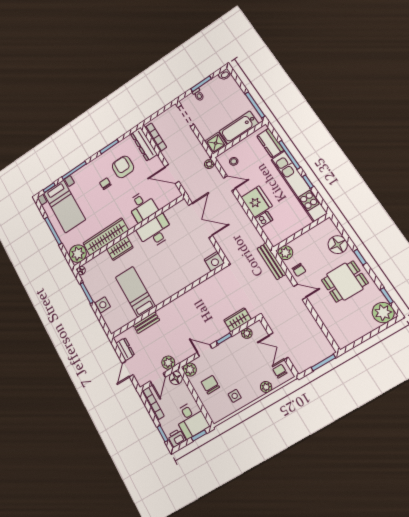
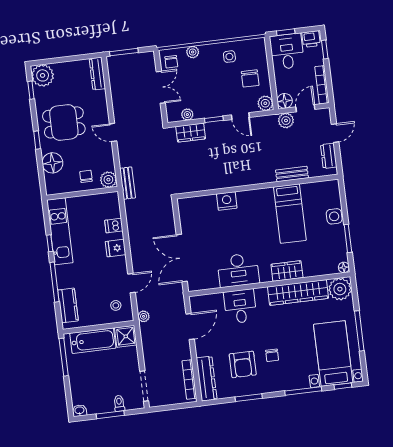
door: (172, 174) -> (190, 327), hinge flipped
door: (230, 183) -> (132, 283), swing flipped
kitchen unit: (299, 186) -> (60, 231), width x0.73
fridge: (257, 202) -> (116, 248), width x0.53, depth x0.75
nightstand: (214, 261) -> (227, 201), moved
bench: (271, 261) -> (128, 183), width x0.73
chair: (299, 270) -> (86, 176), moved
dresser: (337, 335) -> (97, 74), added

